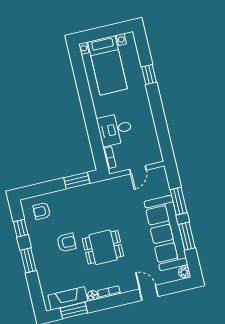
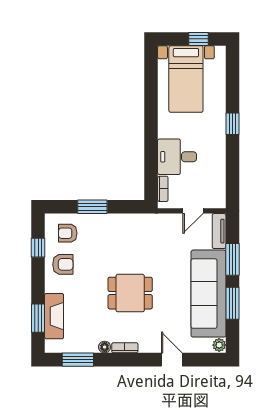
window: (110, 31) -> (199, 39), added
window: (149, 75) -> (232, 124), moved
window: (77, 181) -> (92, 207), moved
tv unit: (163, 181) -> (219, 231), added
armchair: (66, 242) -> (63, 264), moved
window: (28, 260) -> (38, 318), moved
fireplace: (68, 298) -> (54, 316), moved, turned 90

